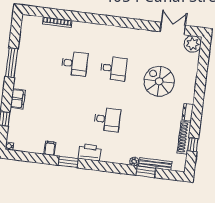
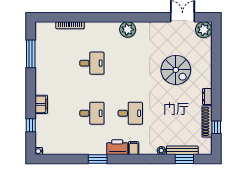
plant: (115, 34) -> (128, 30), added
window: (11, 63) -> (31, 54), moved
desk: (114, 68) -> (92, 113), moved
spiral stairs: (159, 81) -> (176, 70), turned 180
filing cabinet: (50, 148) -> (134, 148), moved
window: (146, 172) -> (184, 159), moved

